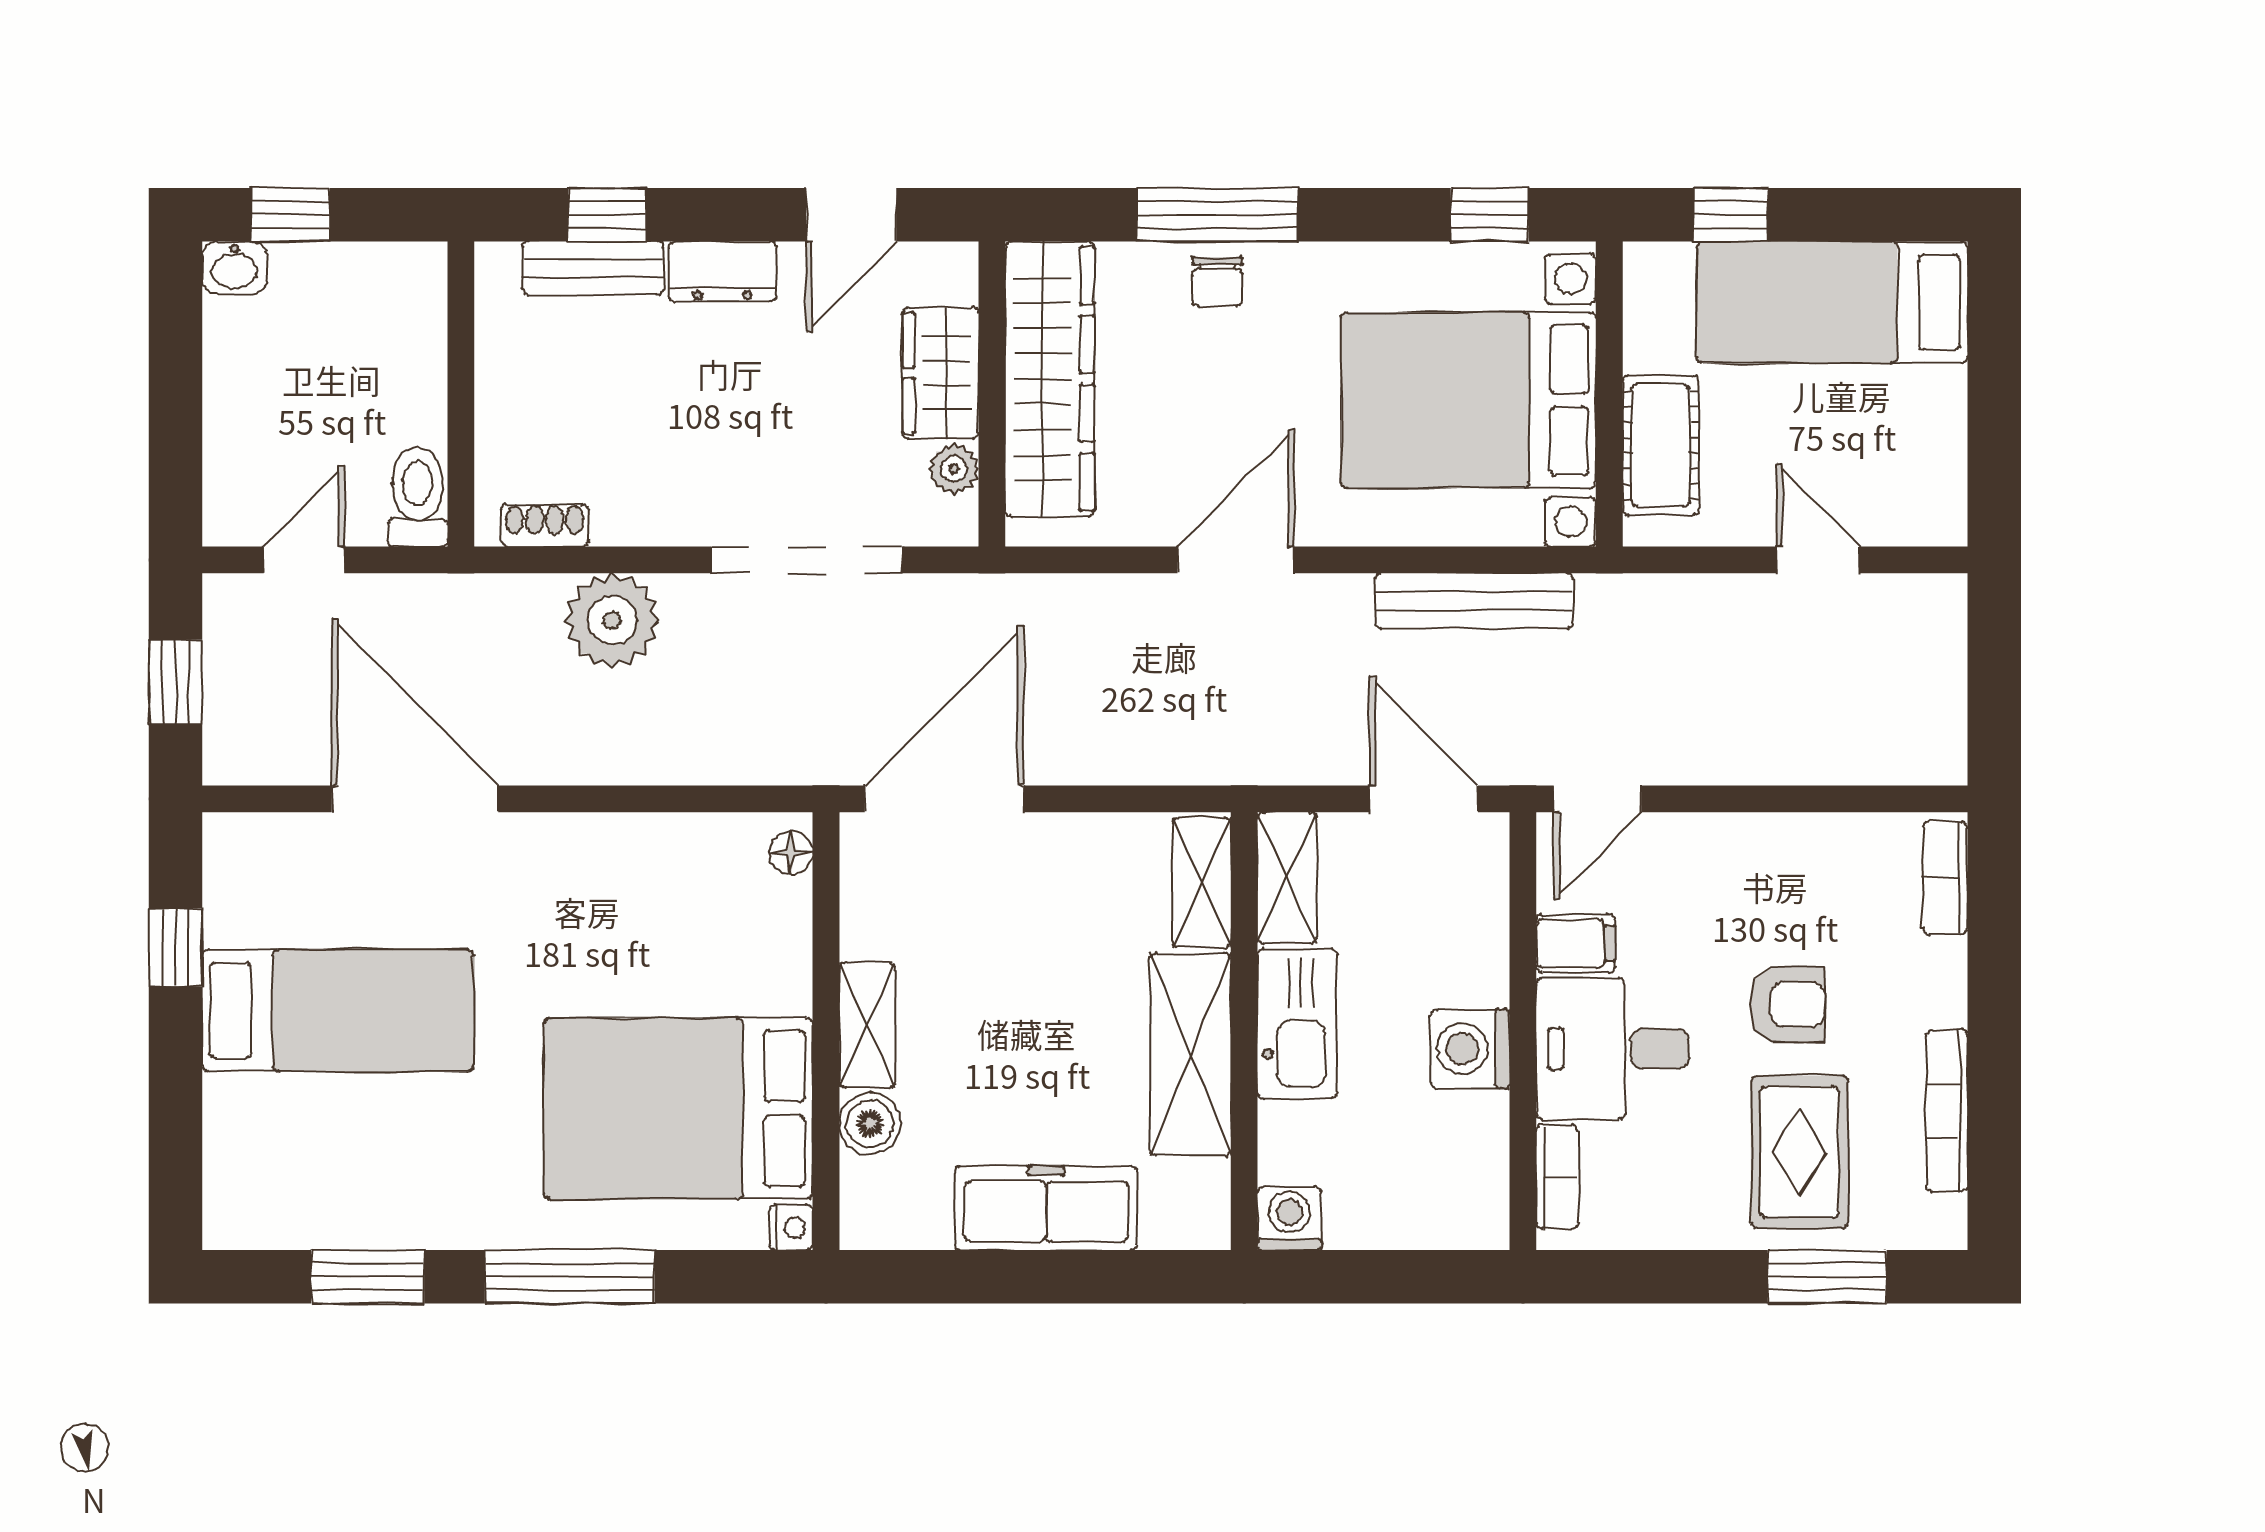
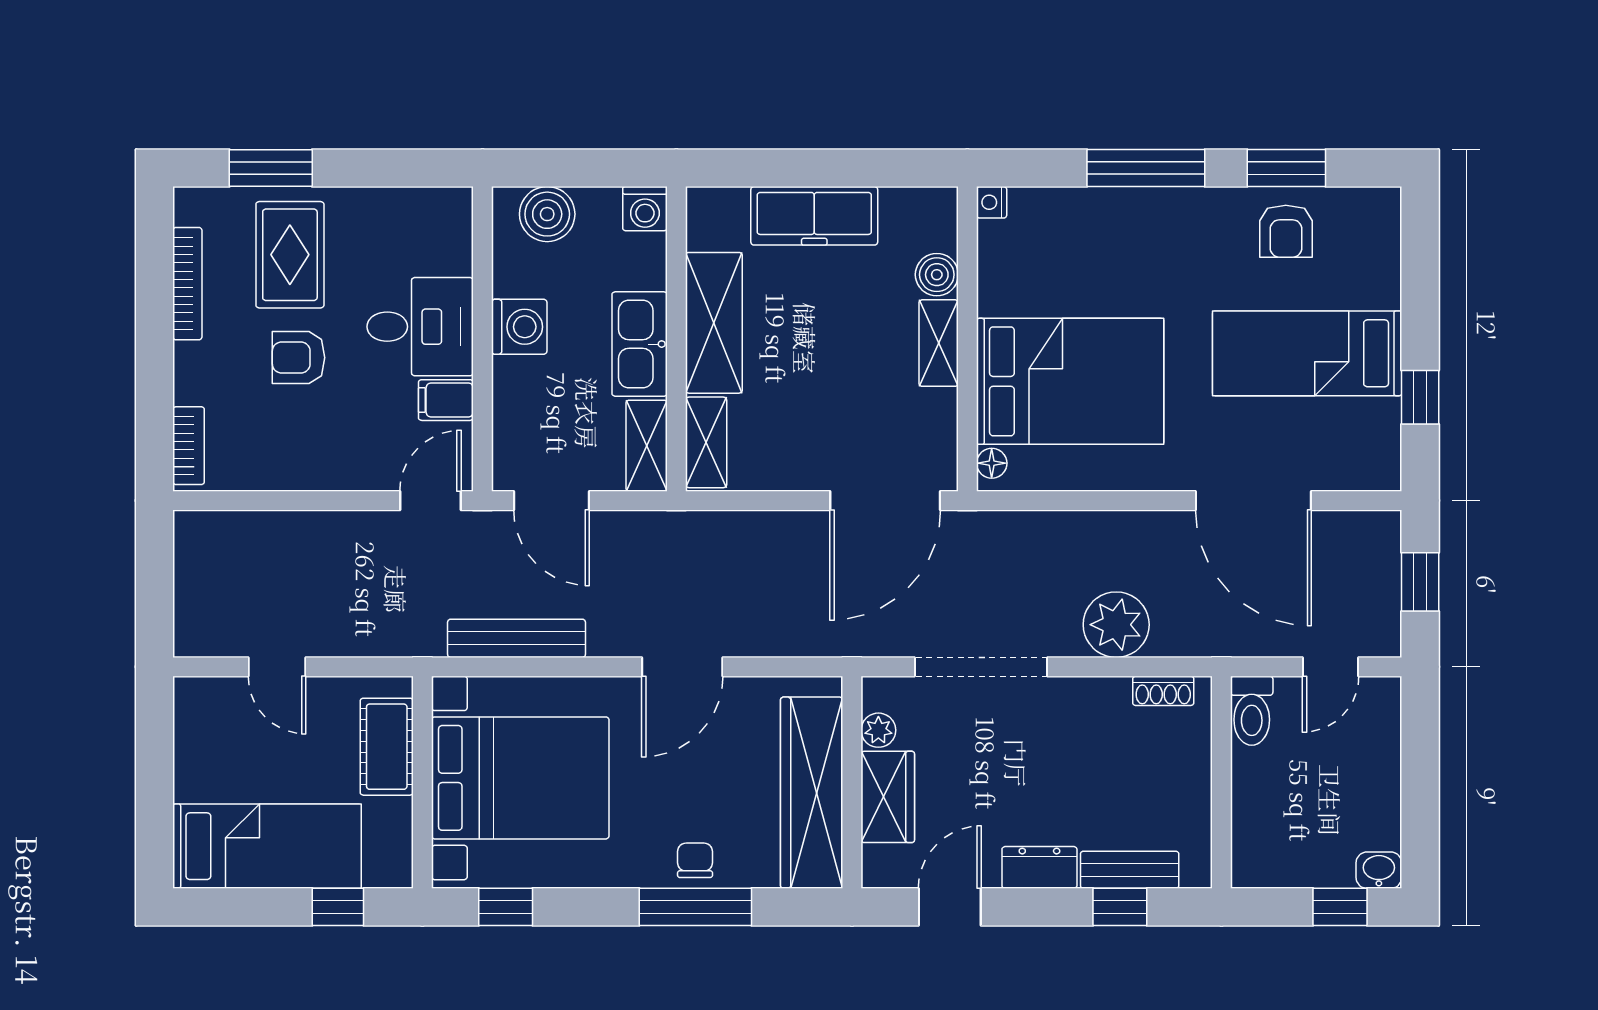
bed: (678, 1109) -> (1070, 381), moved
bookcase: (1557, 1177) -> (459, 237), removed
armchair: (368, 1186) -> (1286, 231), added
boiler: (1430, 1210) -> (547, 214), added

